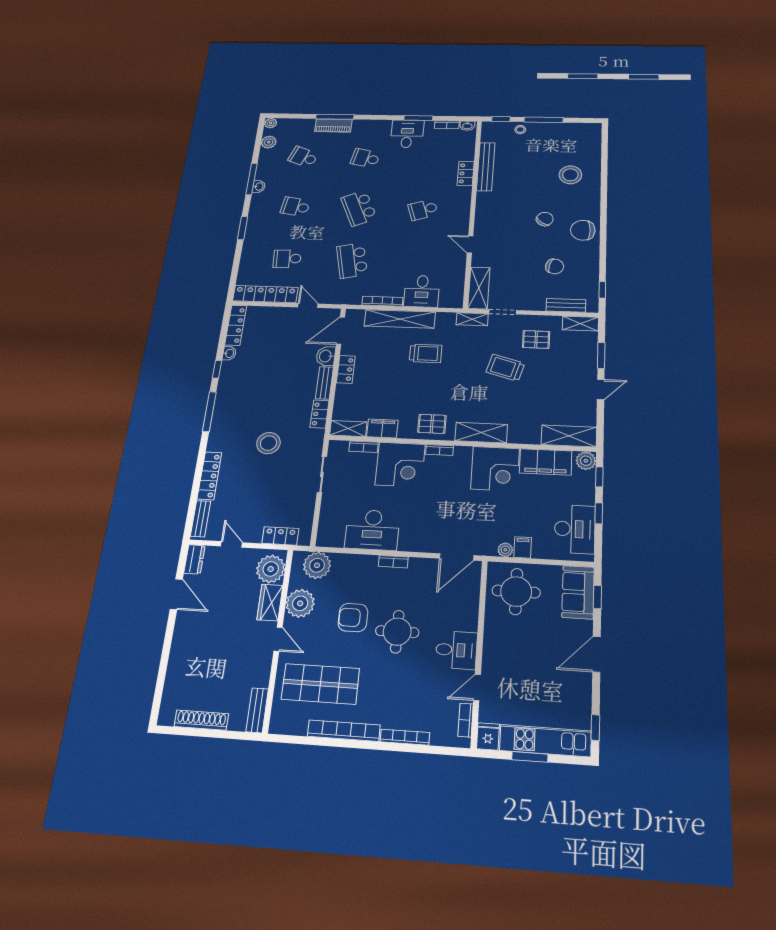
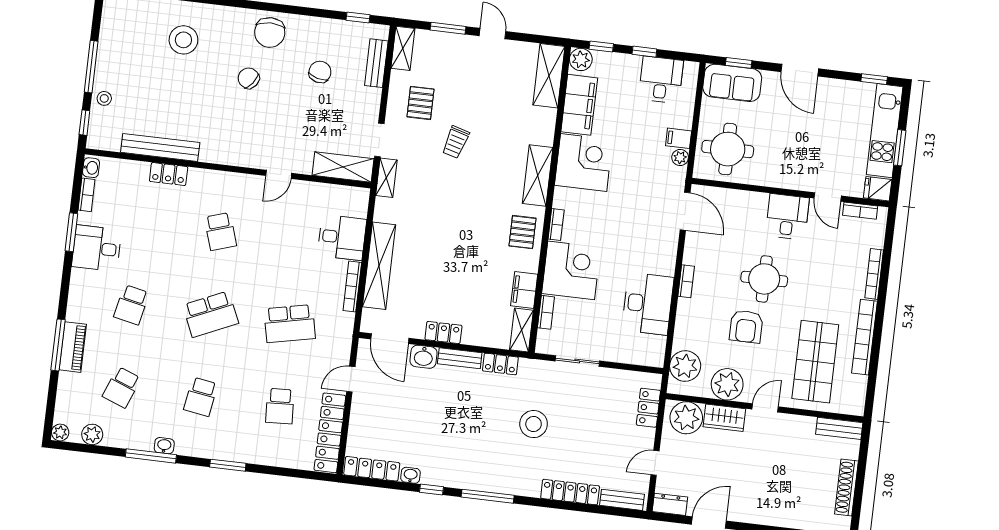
trolley: (426, 353) -> (429, 236), removed
trolley: (505, 368) -> (456, 142), width x0.73, depth x0.72
desk: (575, 529) -> (661, 80), width x0.73

